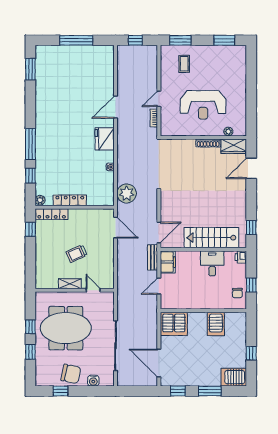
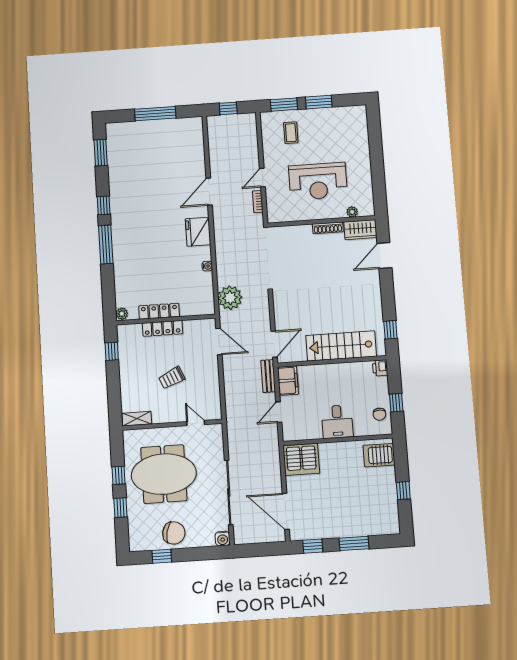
window: (224, 40) -> (319, 102), moved
window: (30, 176) -> (104, 205), moved
locker: (52, 214) -> (163, 328), moved
desk: (212, 263) -> (337, 422), moved, turned 180
shelving: (70, 284) -> (137, 419), moved
server rack: (216, 324) -> (379, 455), moved, turned 90
server rack: (234, 377) -> (383, 523), removed
water cooler: (93, 381) -> (223, 539), moved

